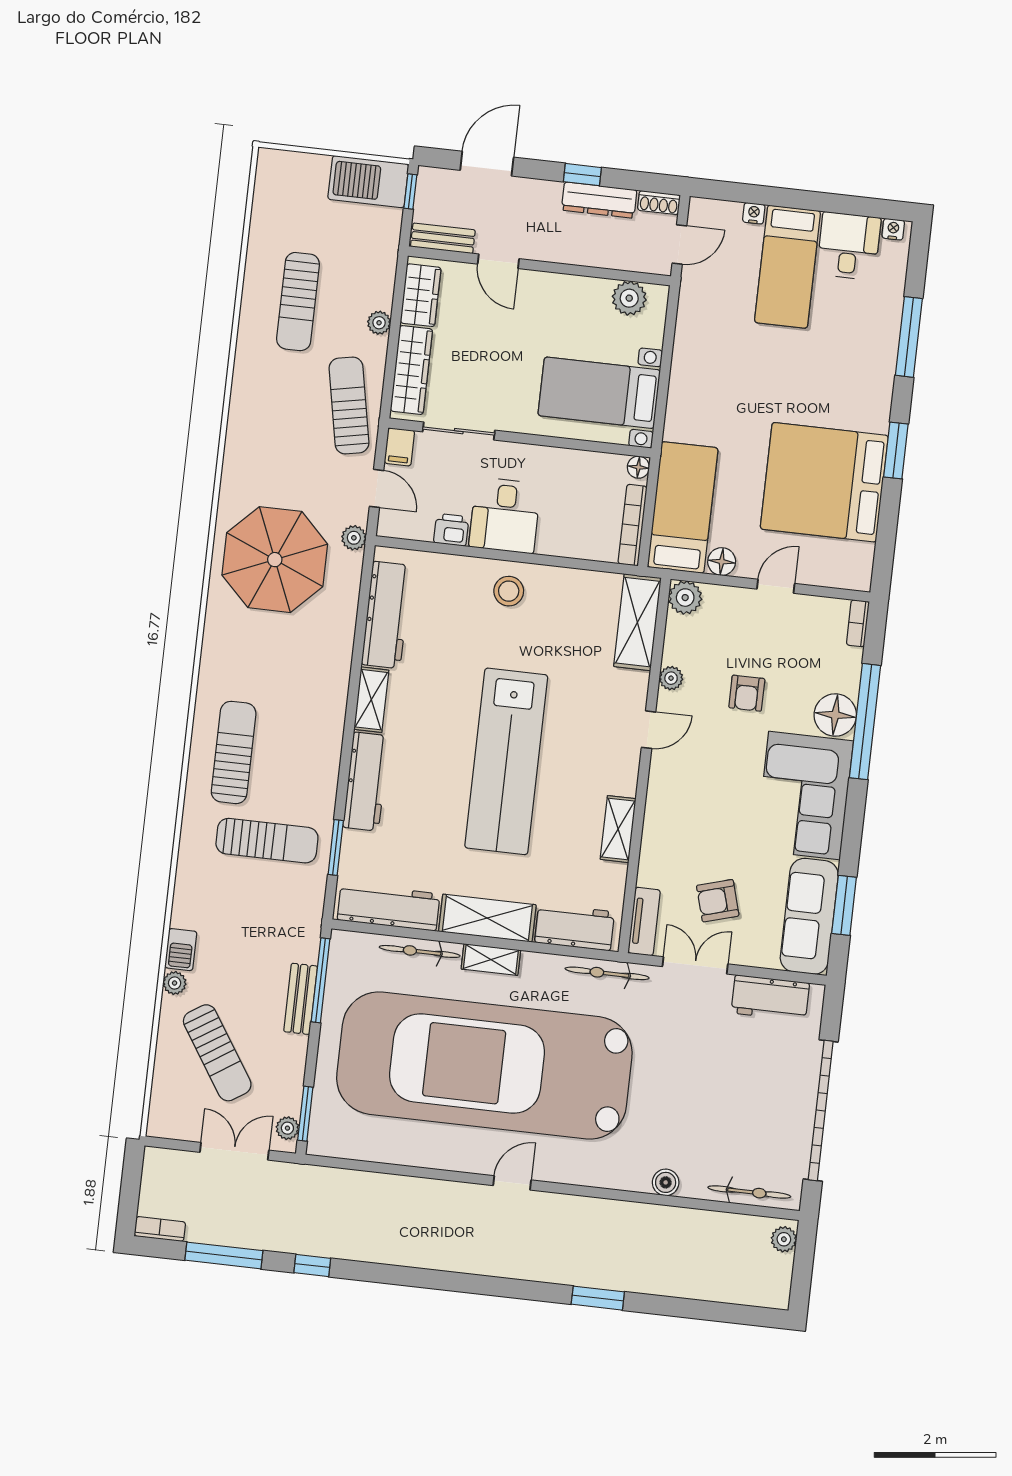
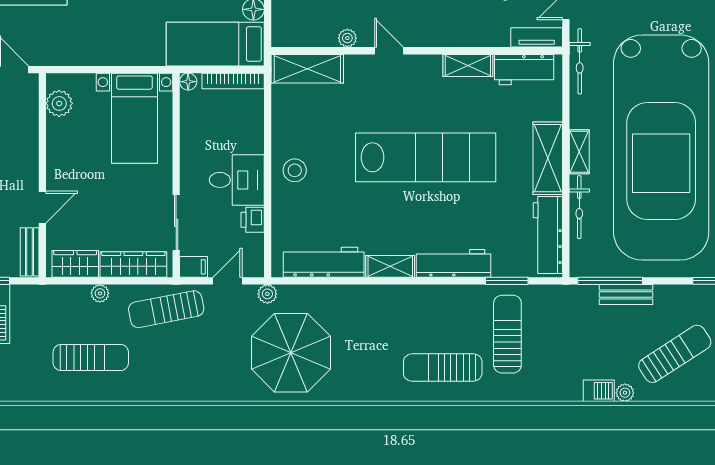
plant: (685, 598) -> (284, 34), removed
workbench: (575, 927) -> (524, 70), moved, turned -90

